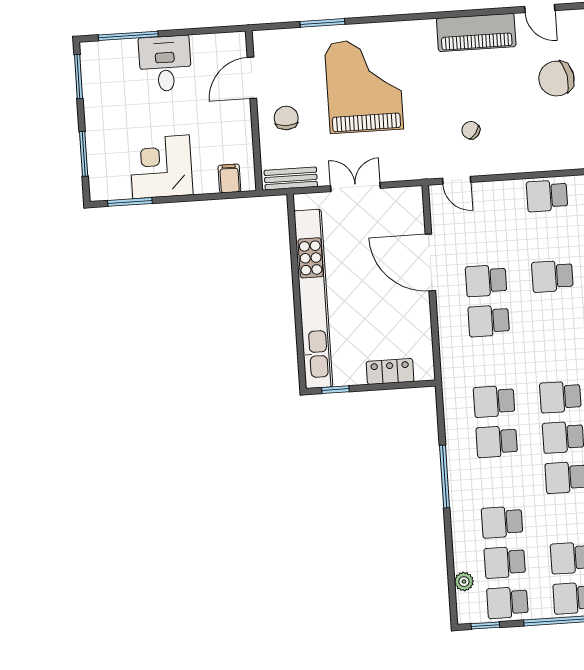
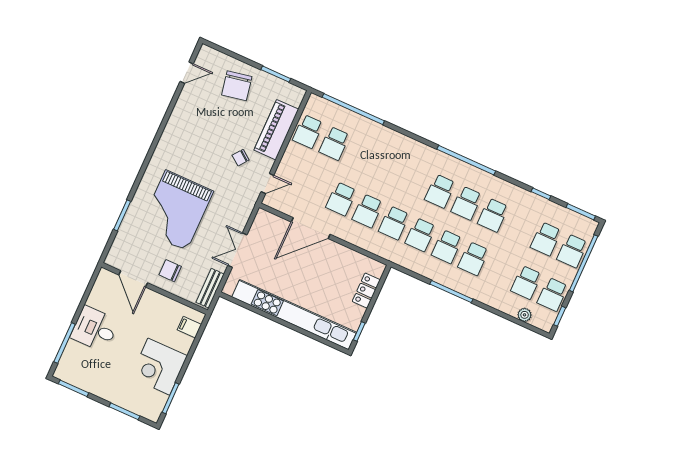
piano: (476, 32) -> (276, 130), moved, turned 180
grand piano: (364, 86) -> (176, 210), turned -90
school desk: (552, 276) -> (334, 143), moved
school desk: (491, 361) -> (394, 223), added
school desk: (502, 522) -> (473, 259), moved

